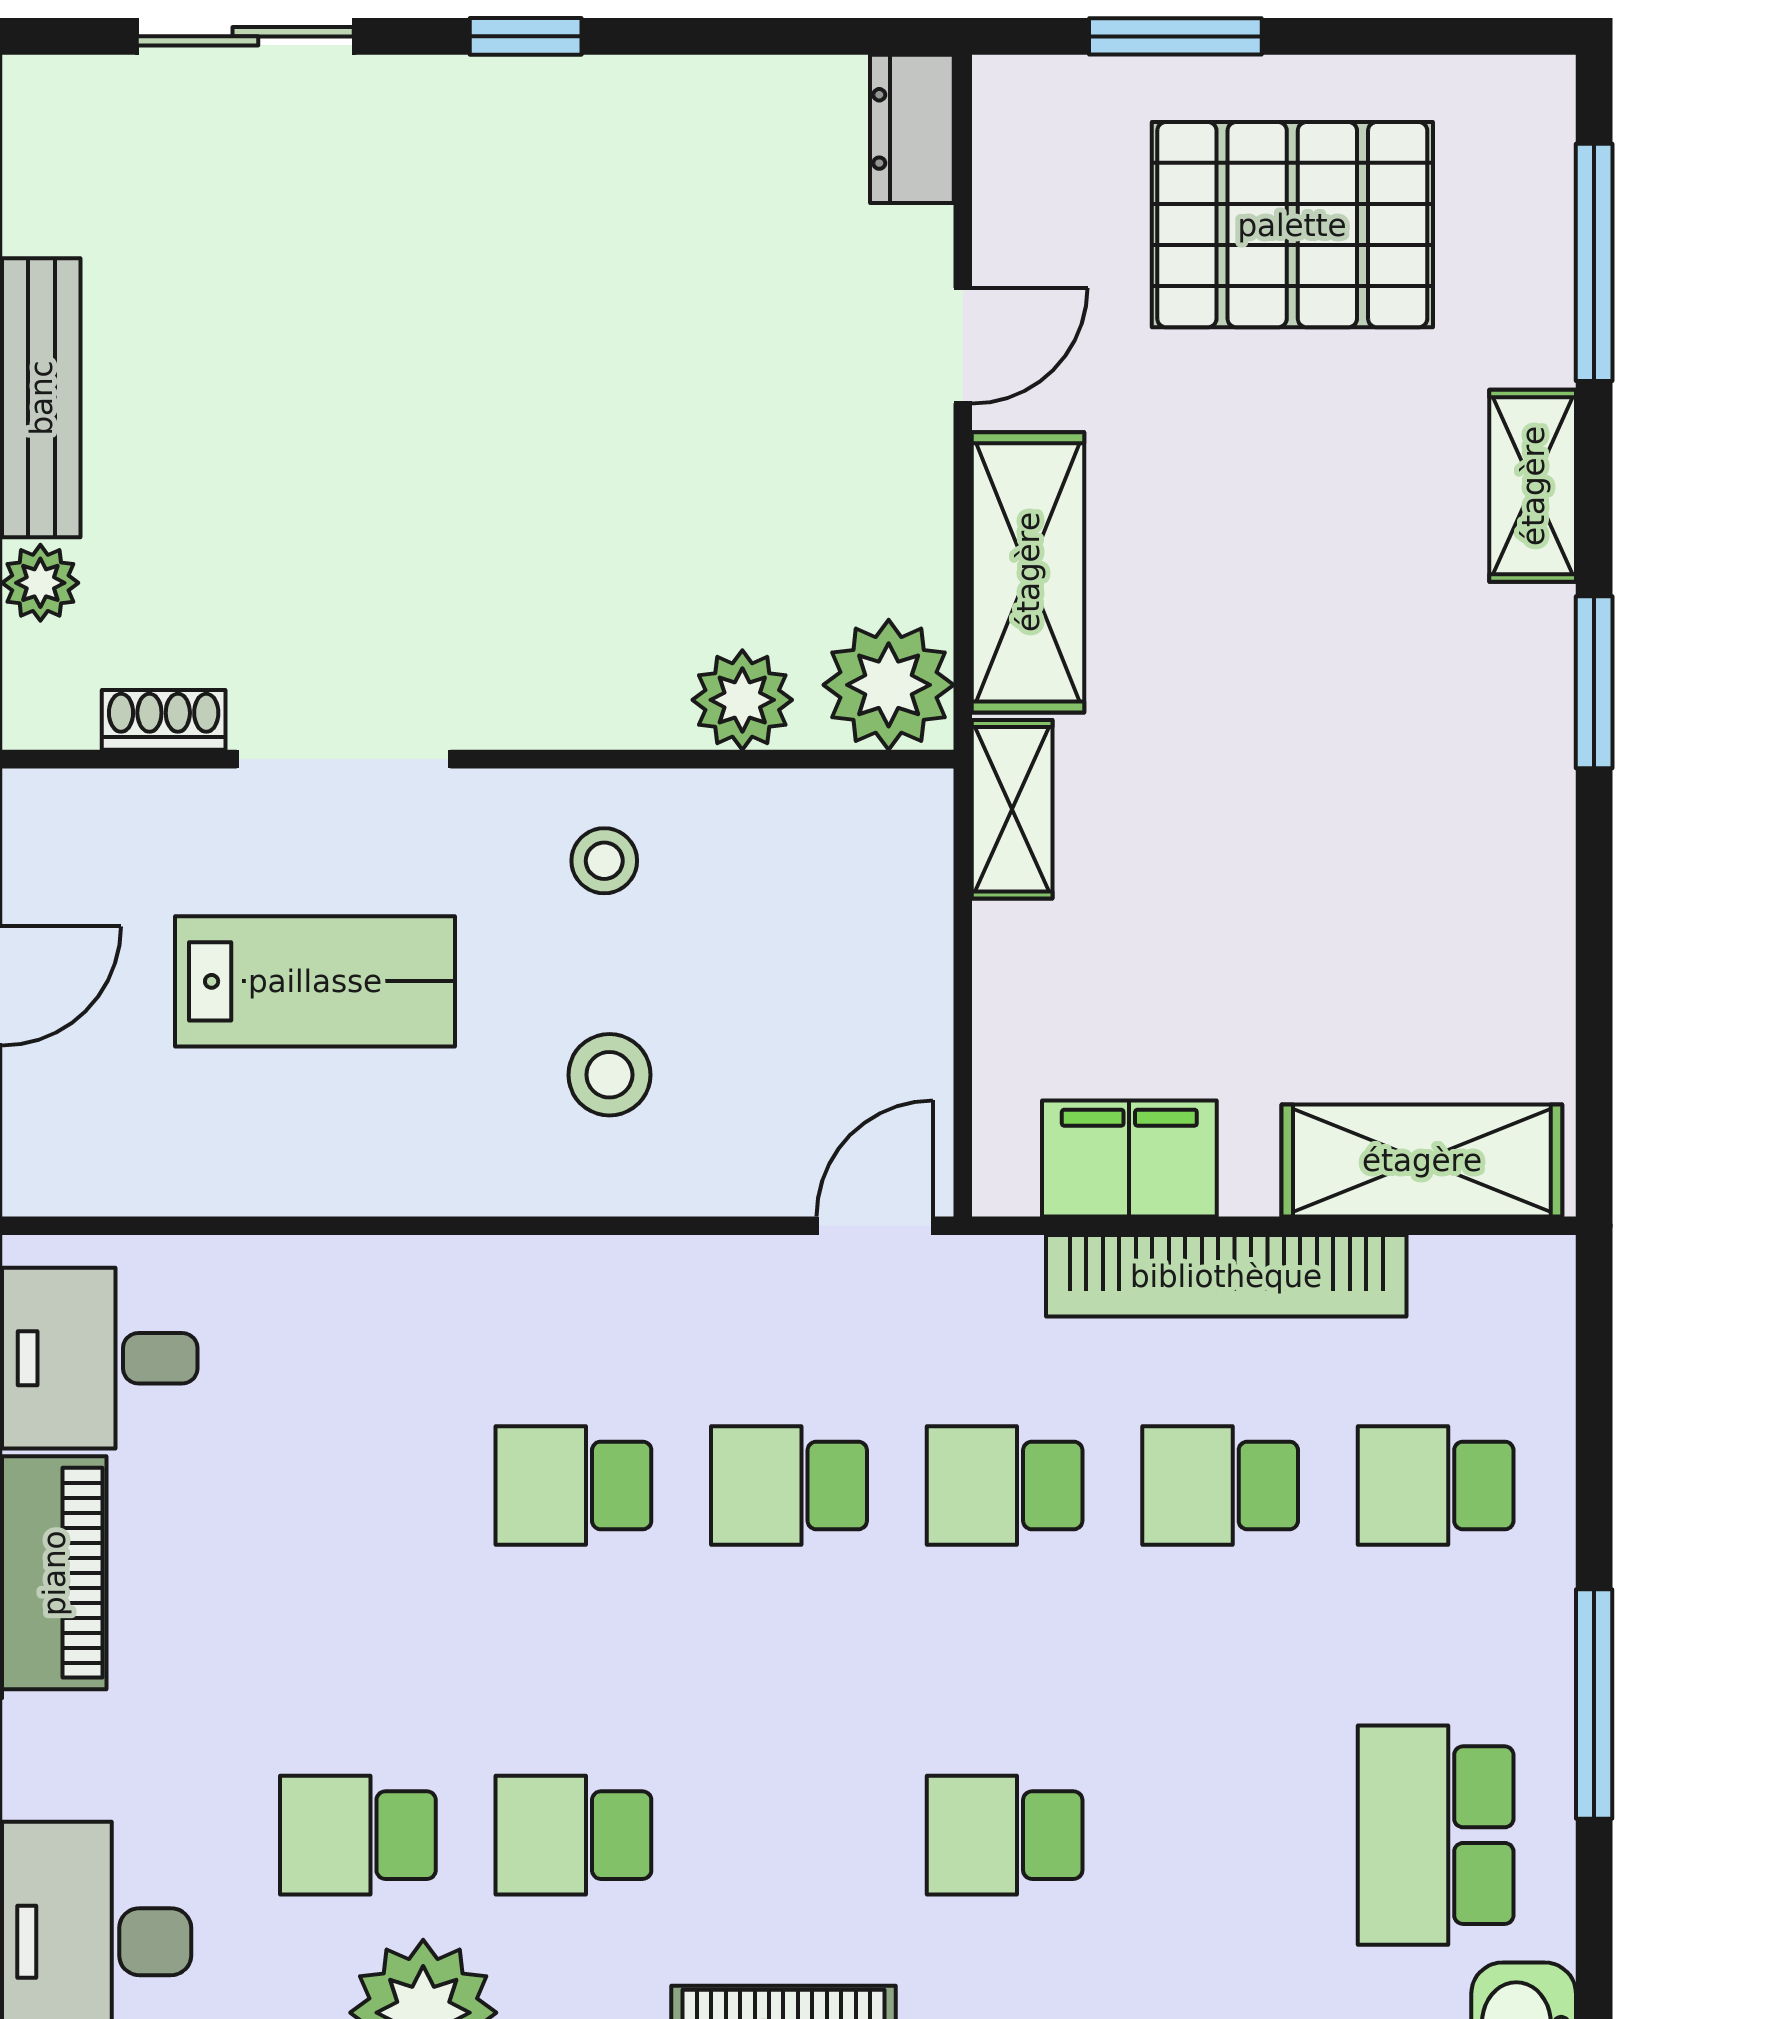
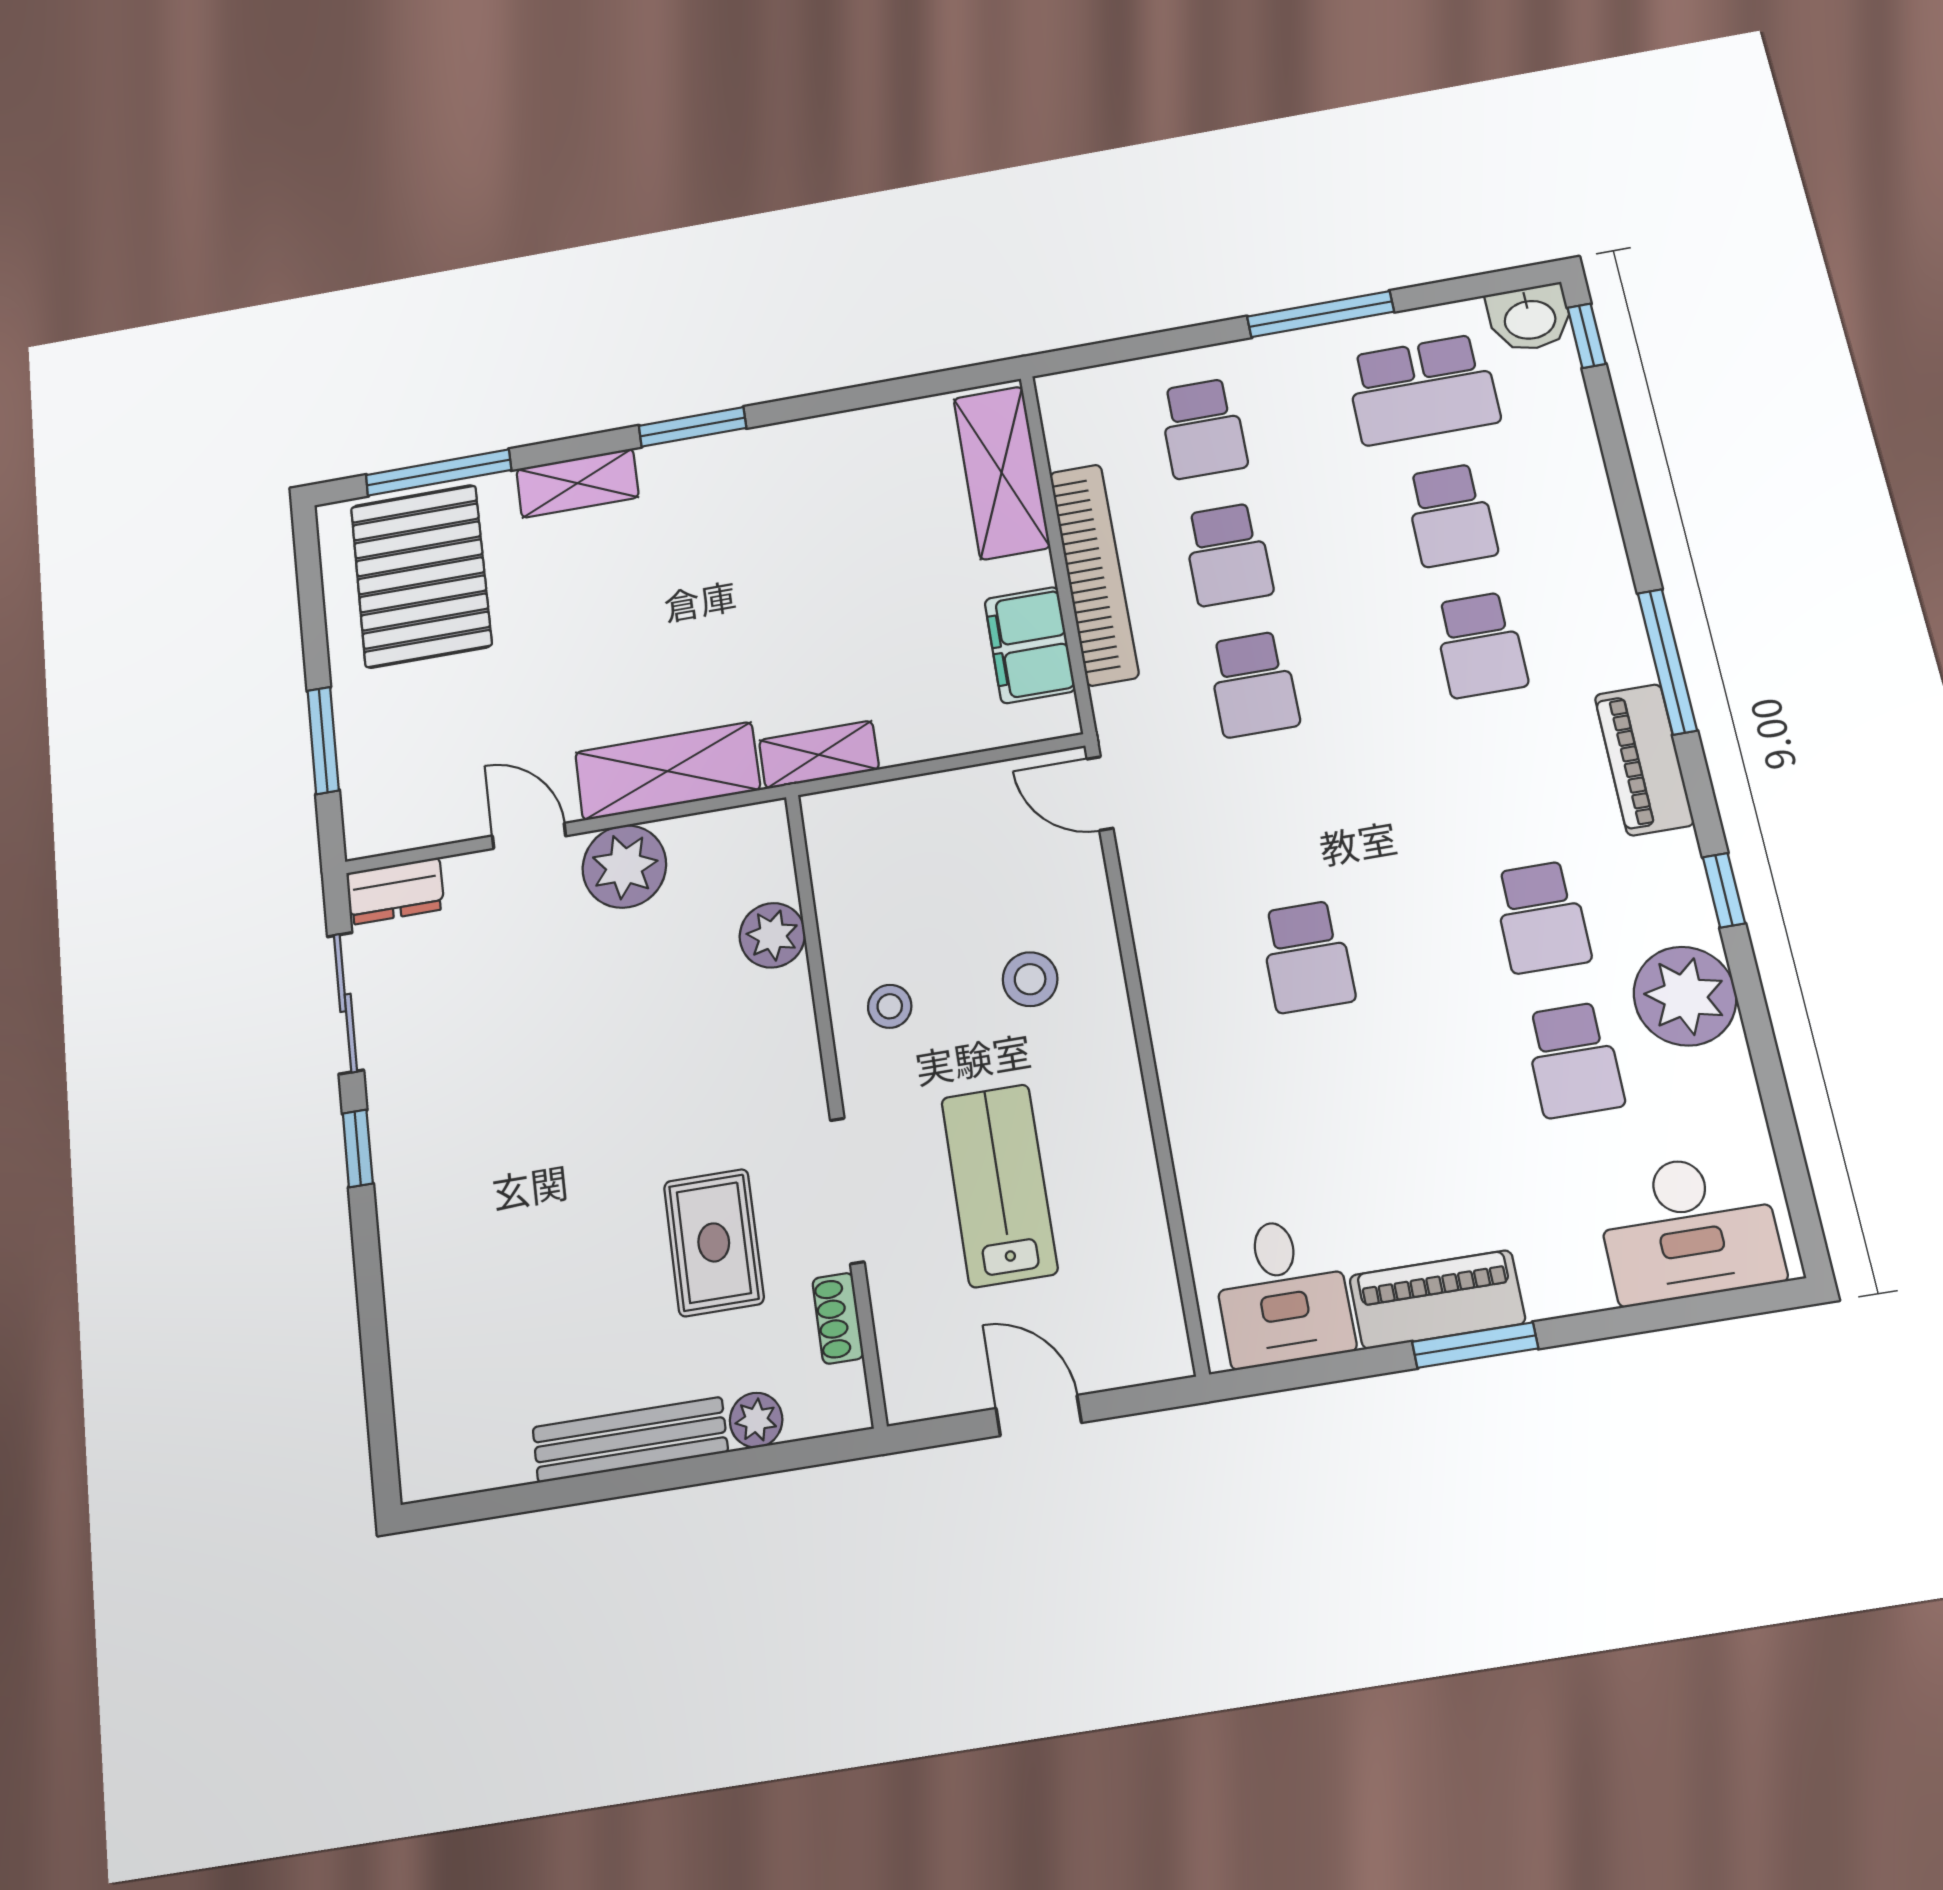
sliding door: (245, 36) -> (345, 1003), moved
pallet: (1292, 225) -> (421, 576), moved
rug: (301, 554) -> (714, 1242), added
plant: (889, 685) -> (624, 866), moved
school desk: (789, 1485) -> (1451, 515), moved

